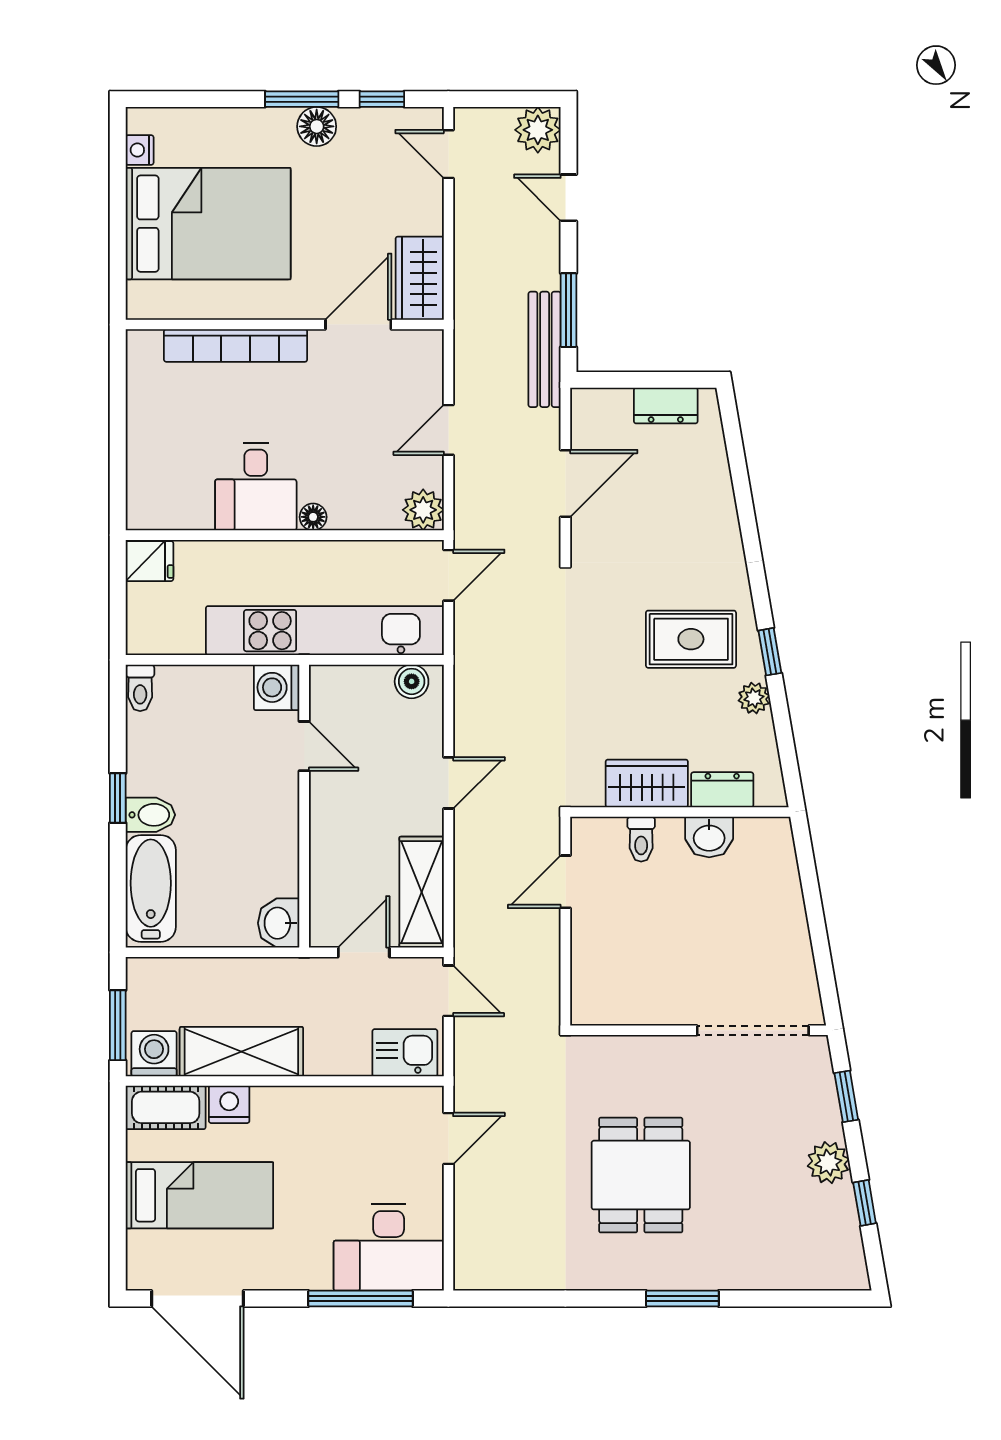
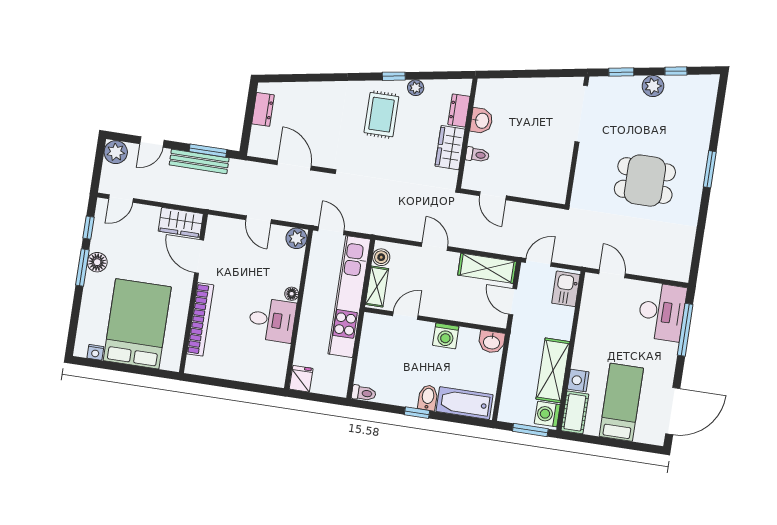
bench: (545, 349) -> (199, 161), moved
shelving: (353, 682) -> (377, 287), added
washing machine: (277, 687) -> (446, 336), moved

